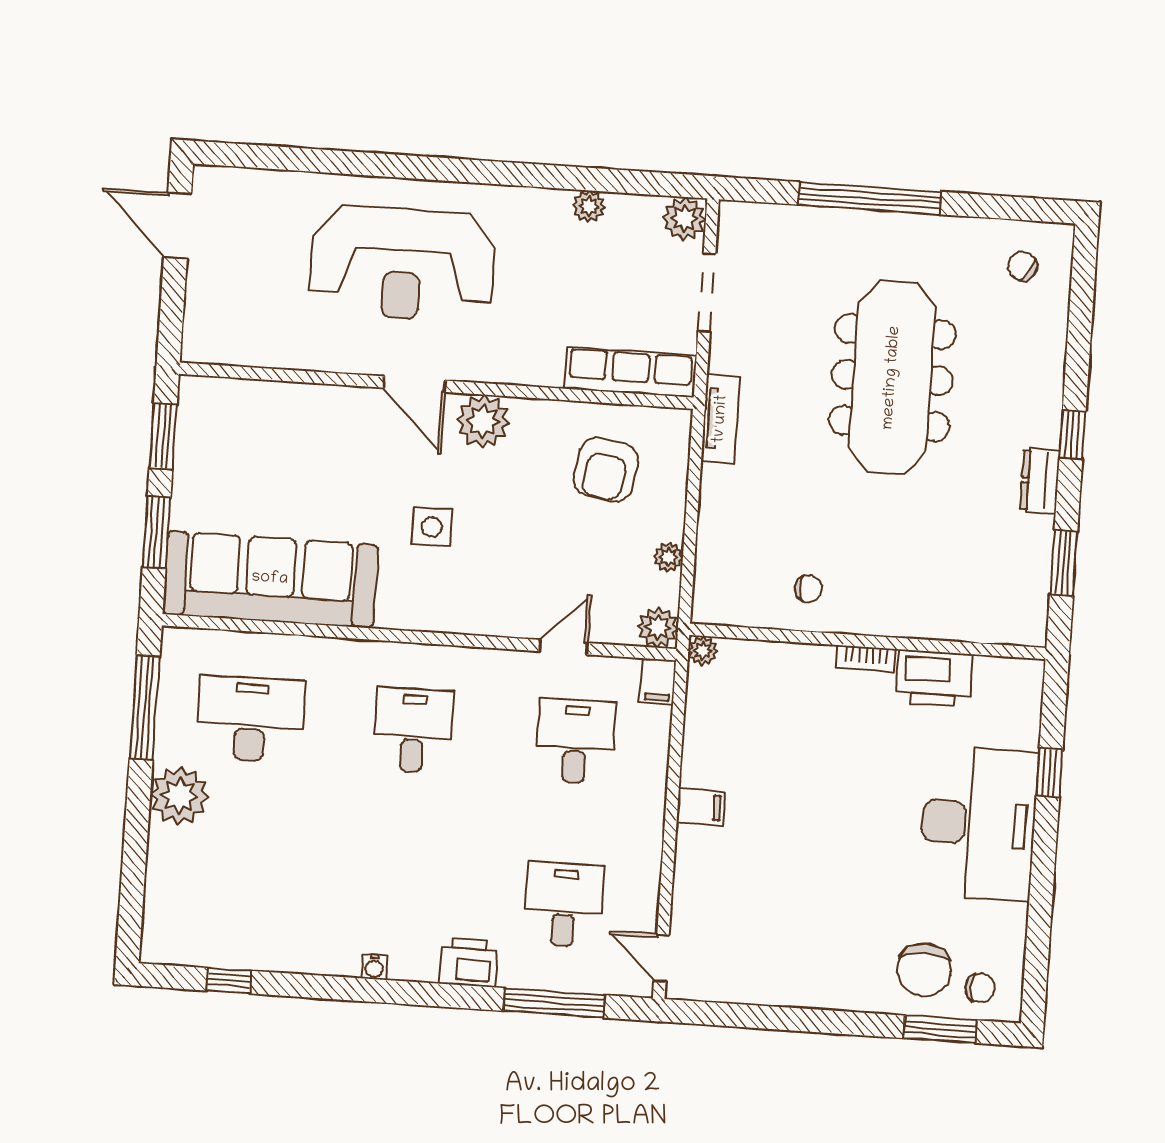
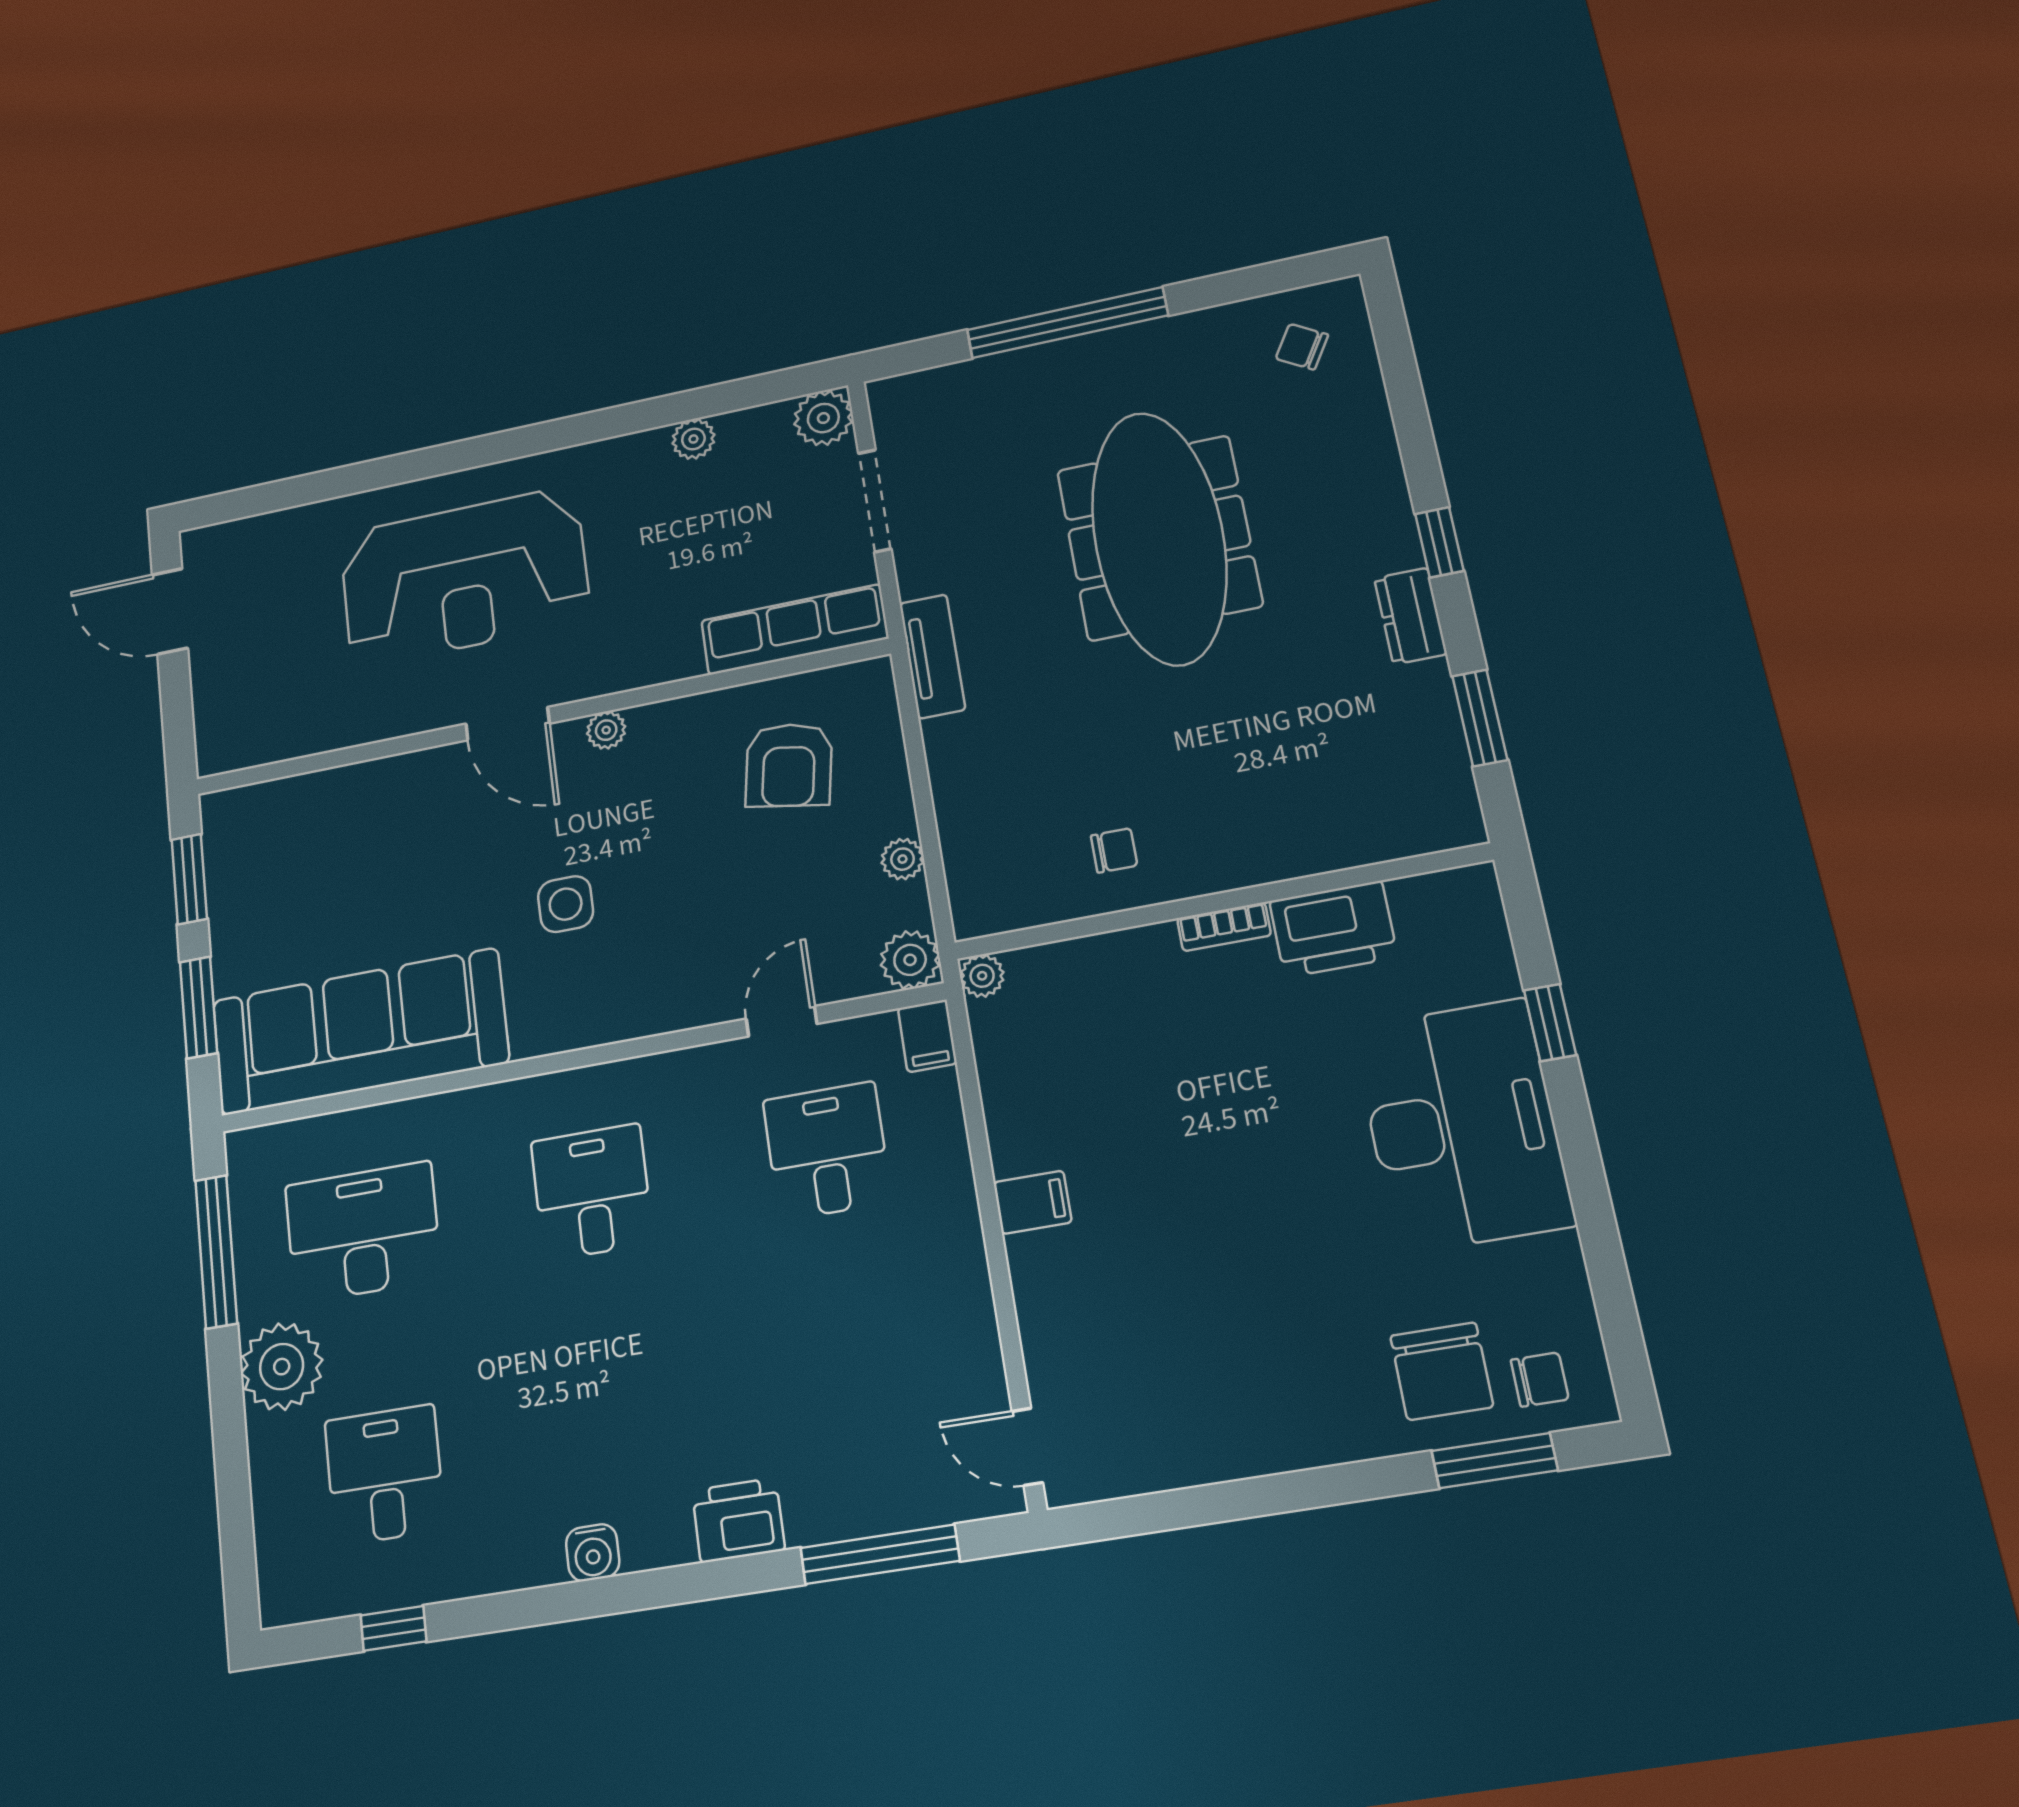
plant: (483, 421) -> (606, 730), width x0.53, depth x0.53
desk: (564, 905) -> (385, 1475), moved
water cooler: (374, 967) -> (593, 1553), width x1.38, depth x1.38

